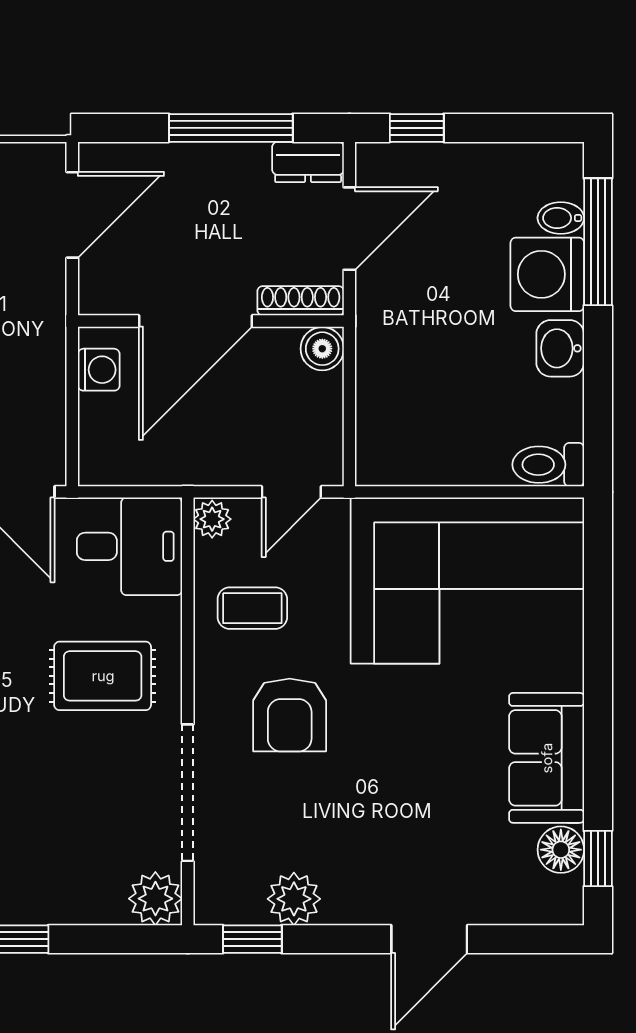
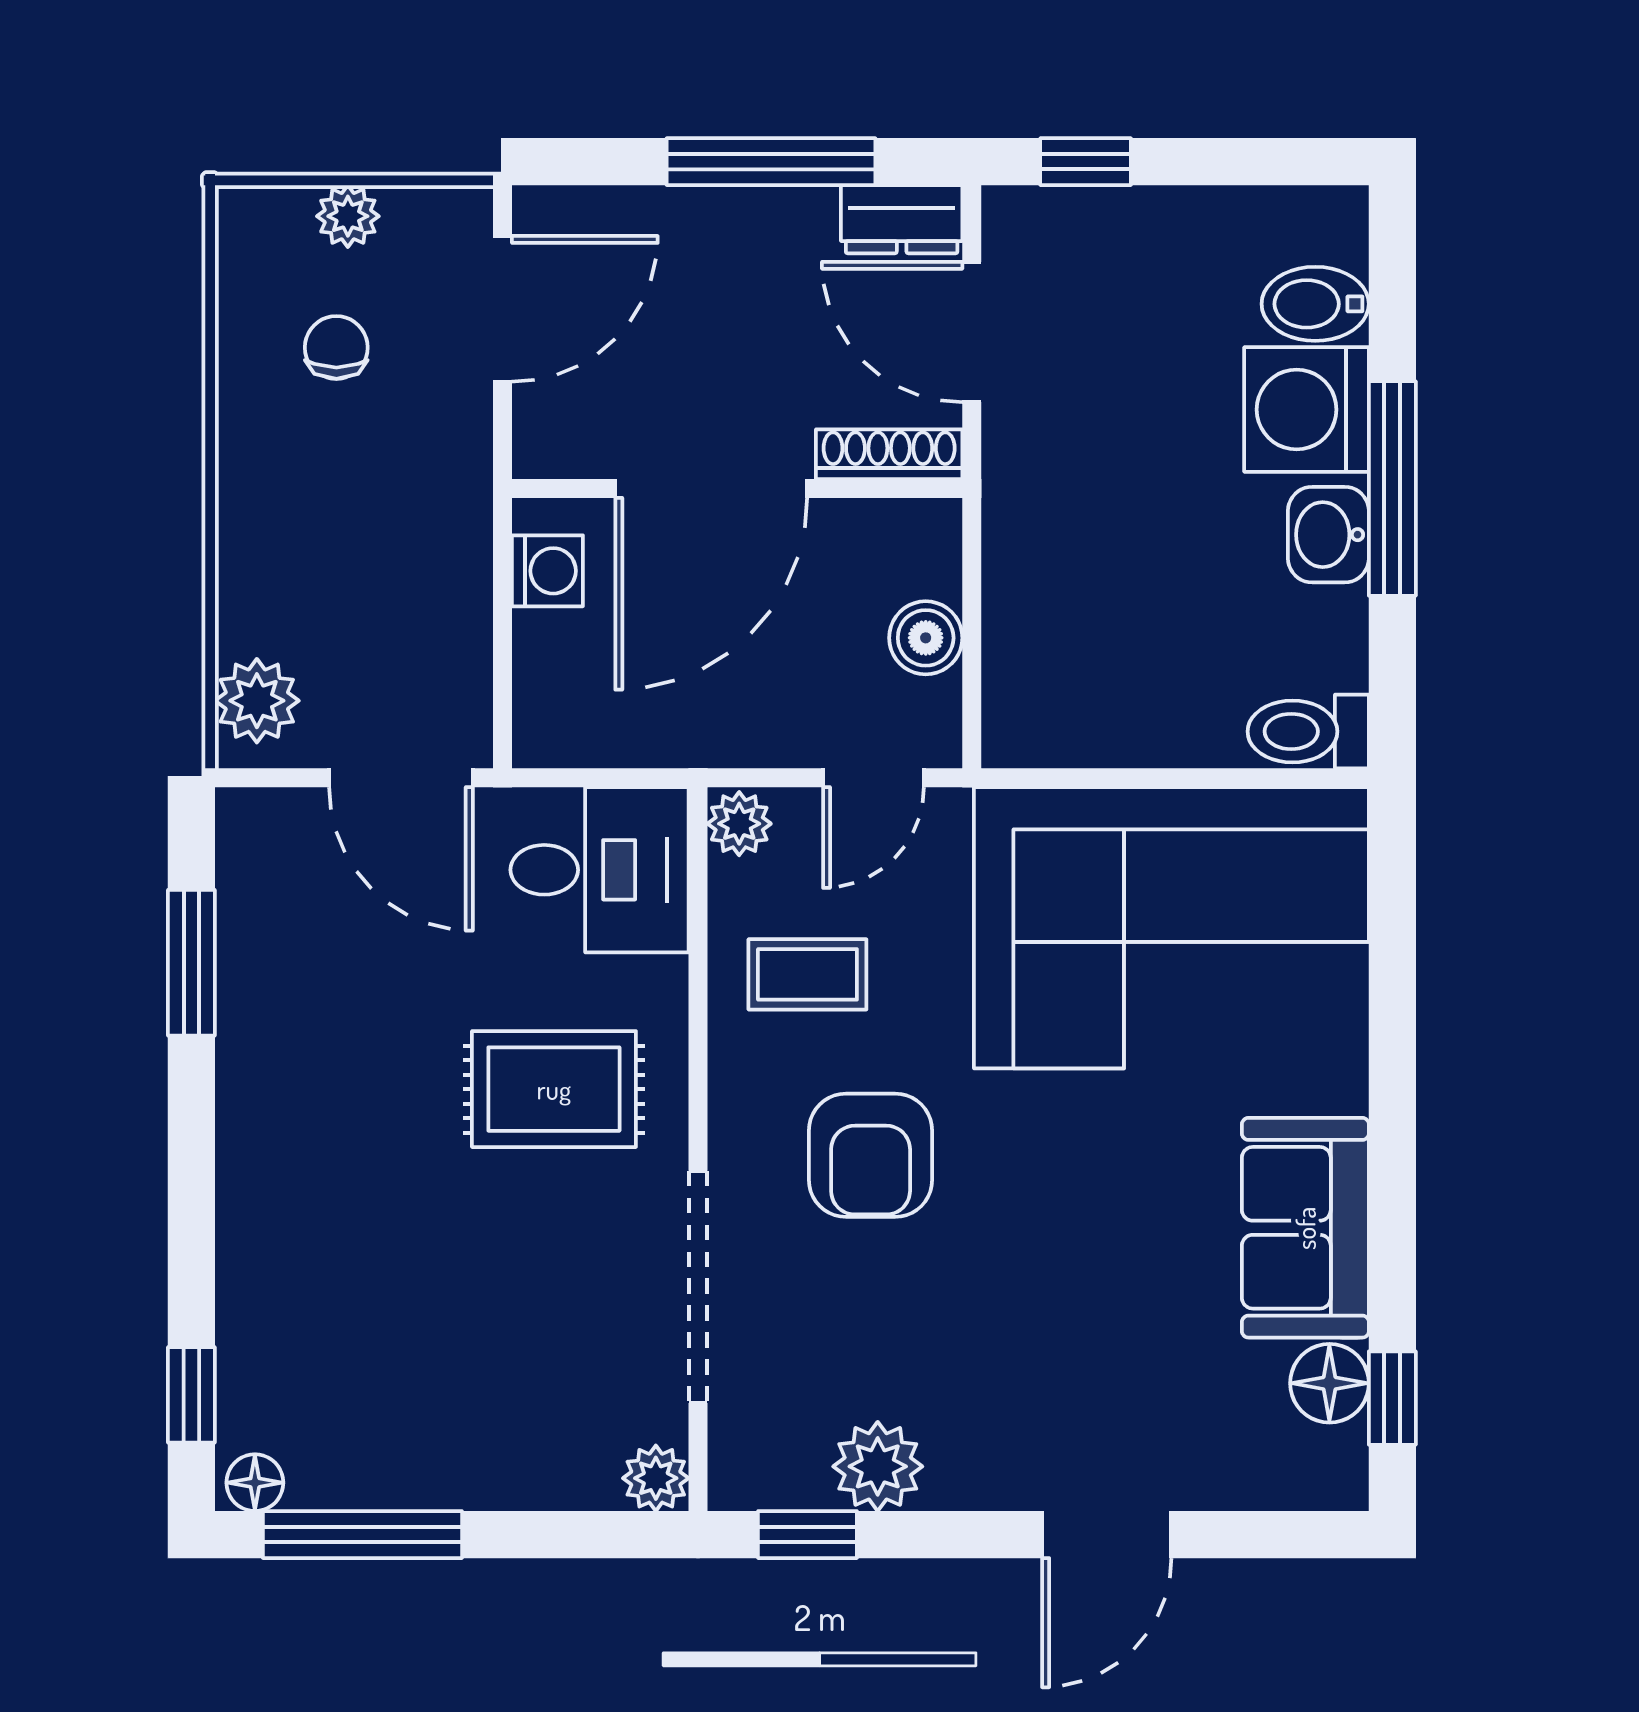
bidet: (561, 218) -> (1315, 304), width x1.38, depth x1.36
door: (349, 229) -> (972, 332), swing flipped
window: (598, 242) -> (1392, 489), moved
boiler: (322, 349) -> (926, 638), moved
plant: (155, 899) -> (656, 1478), width x0.73, depth x0.73

